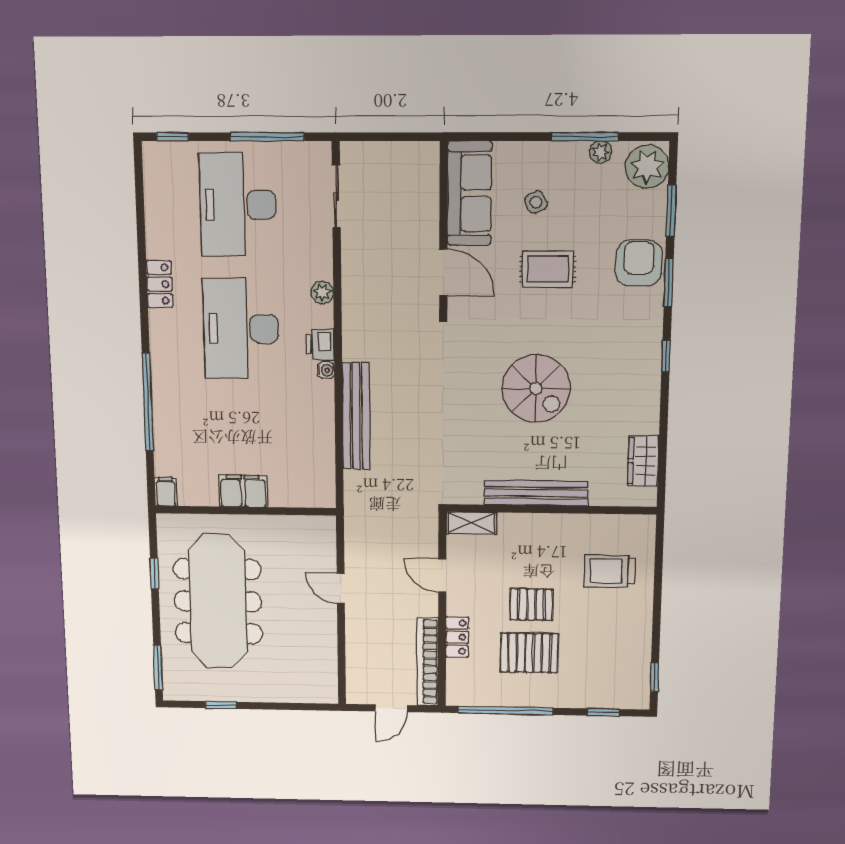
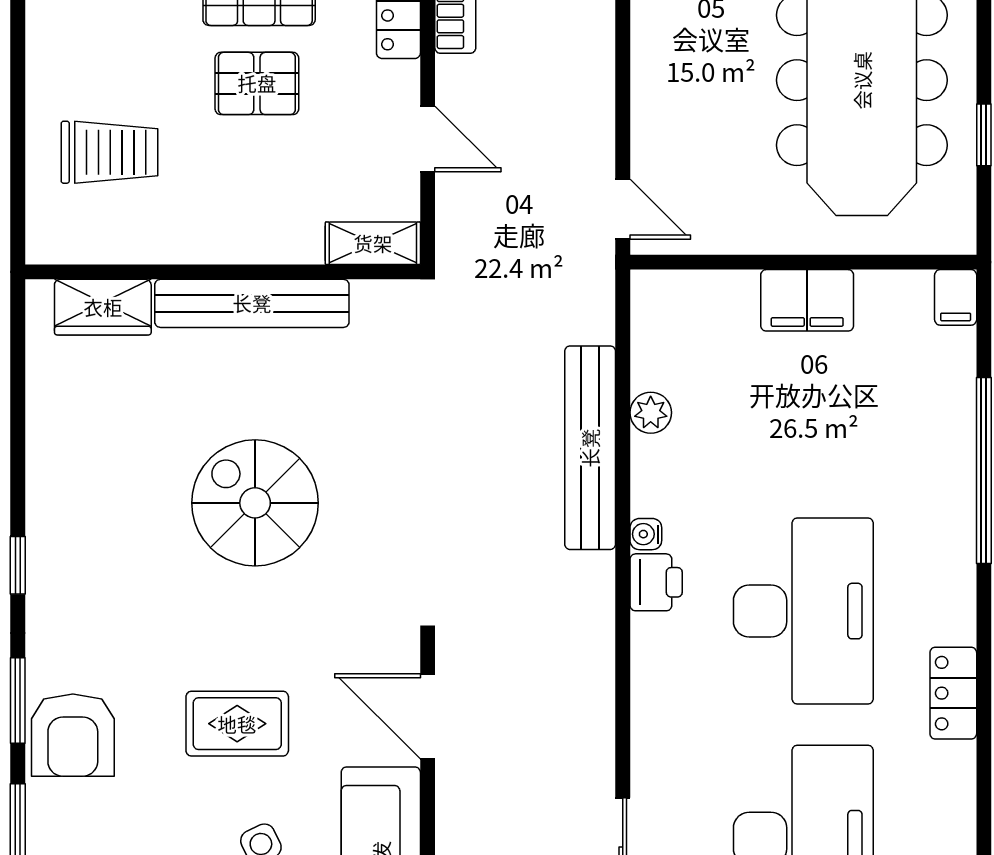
plant: (322, 292) -> (651, 413), moved
wardrobe: (643, 461) -> (103, 307), moved, turned 90
door: (341, 588) -> (623, 209), moved

